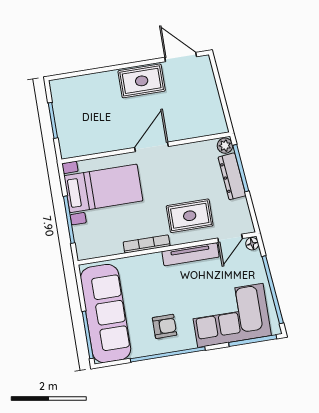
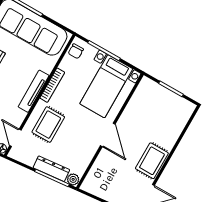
chair: (93, 248) -> (76, 51), added
tv unit: (190, 254) -> (34, 91), moved

